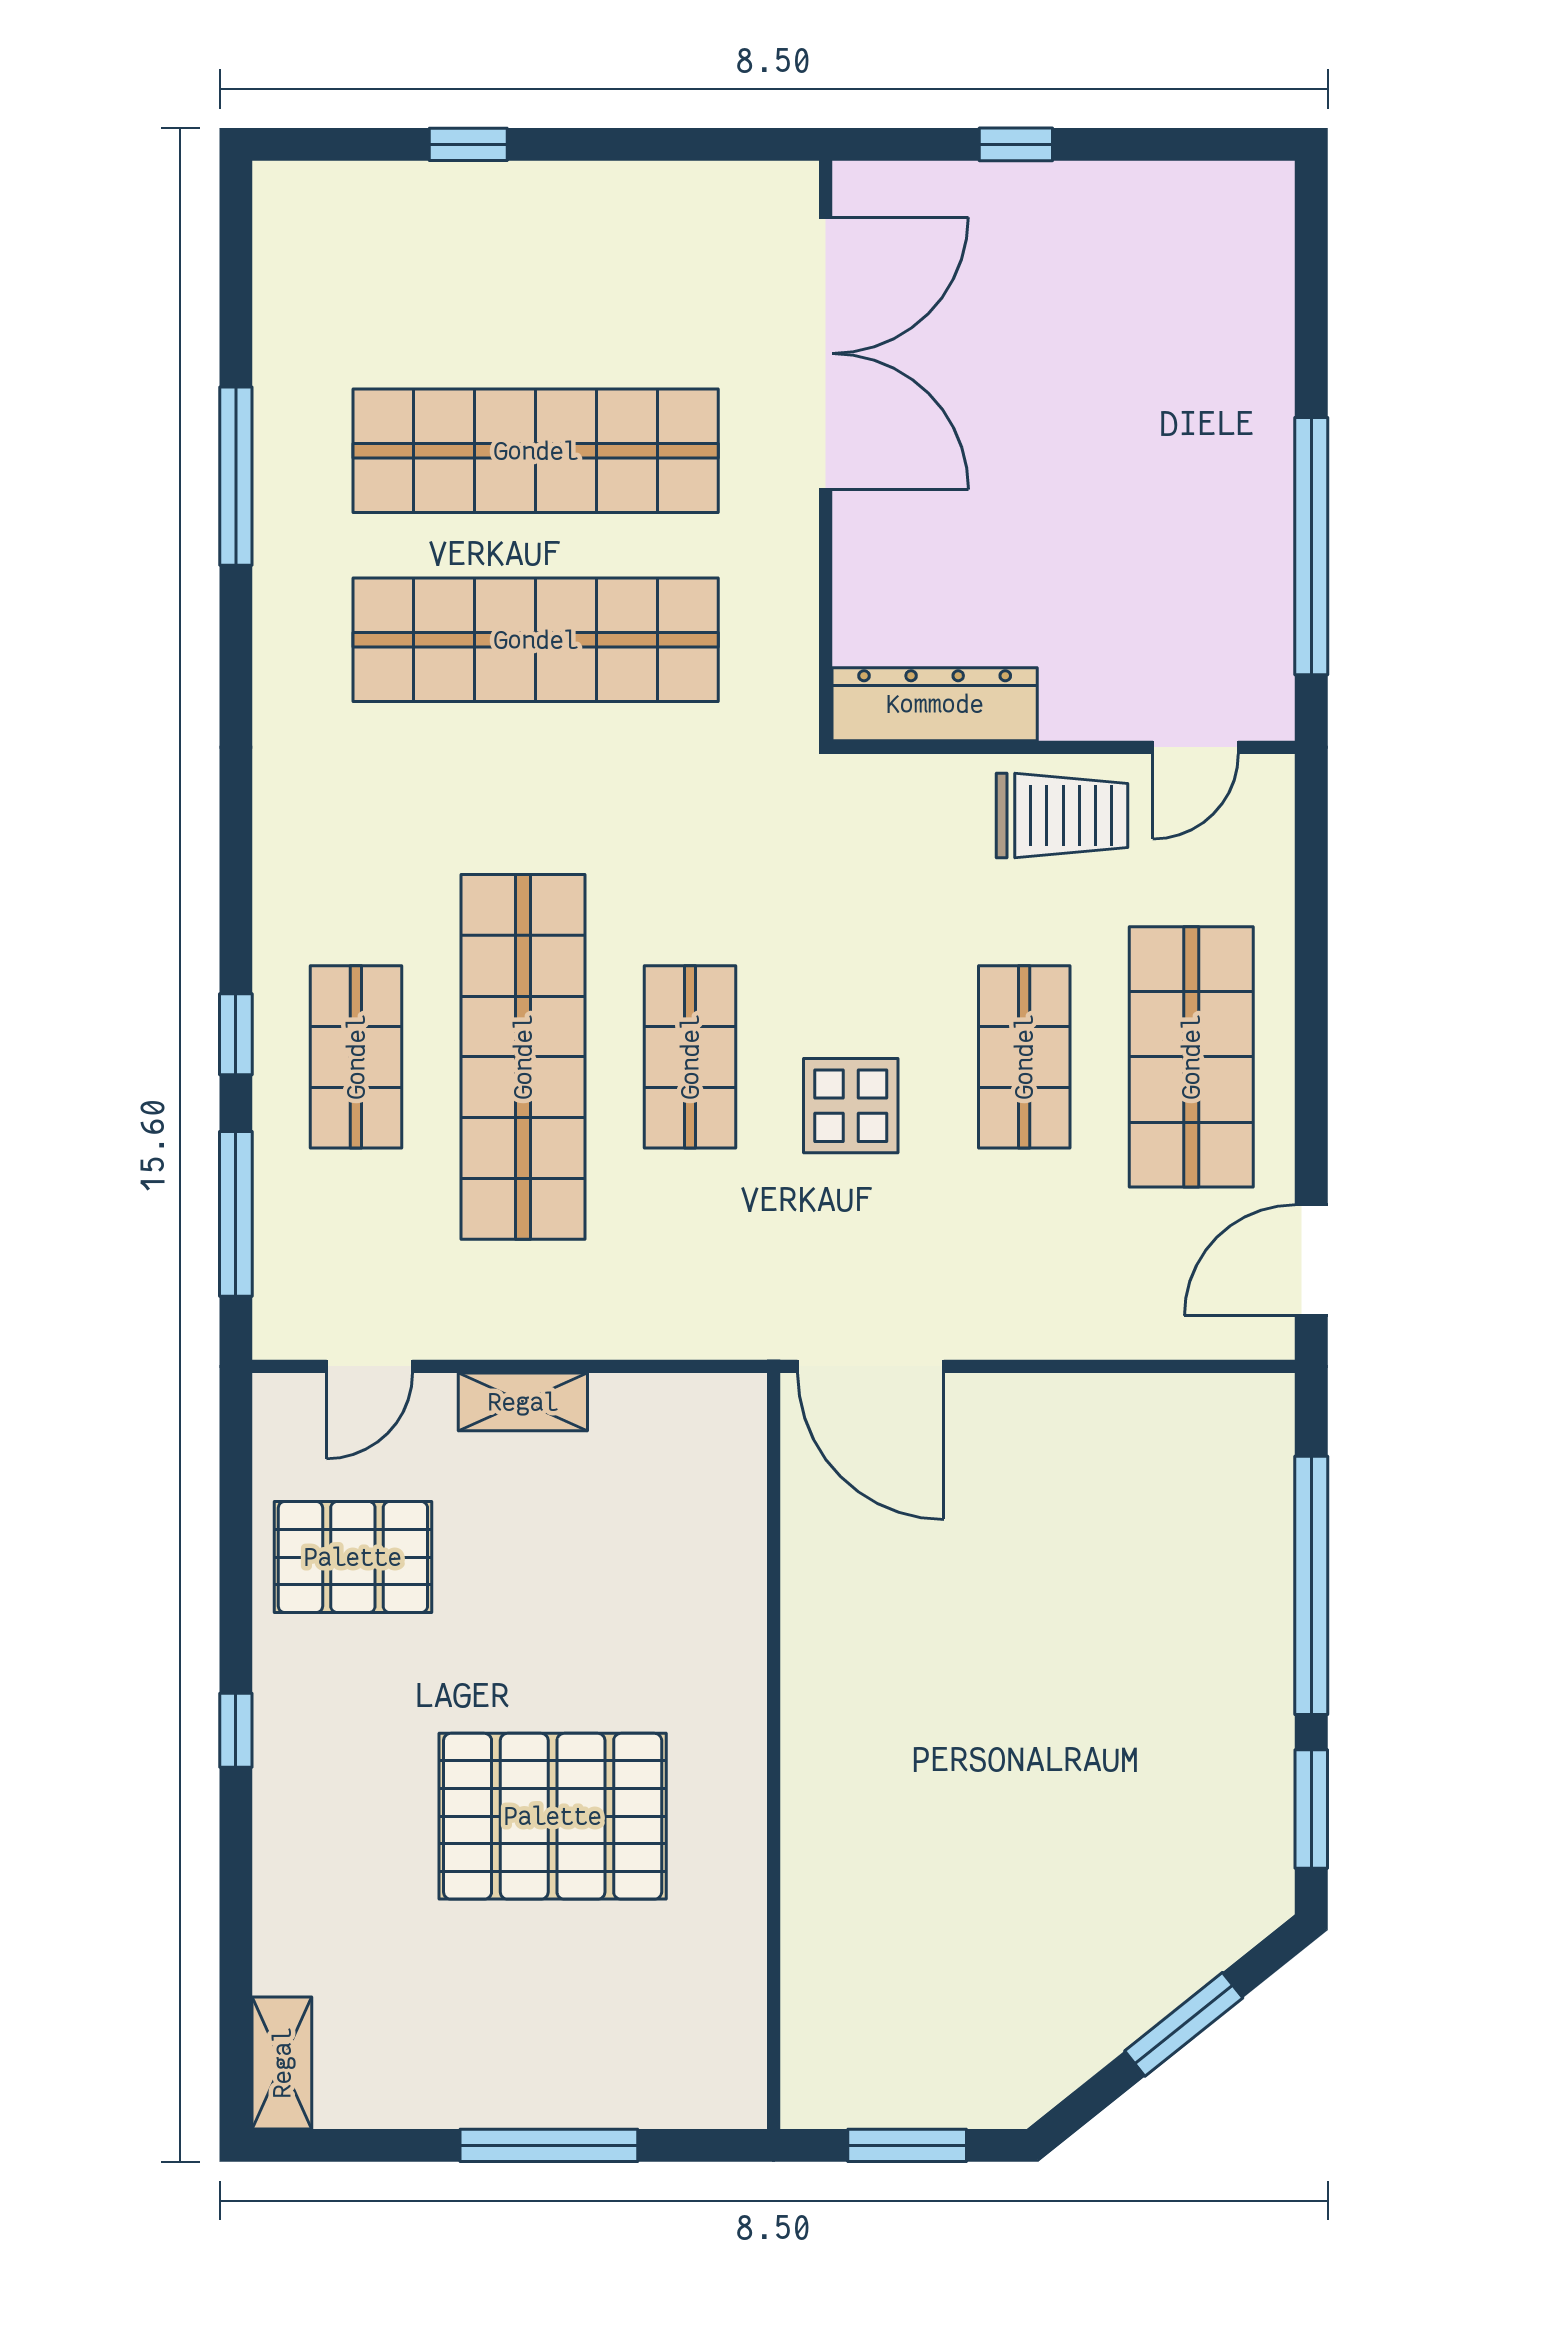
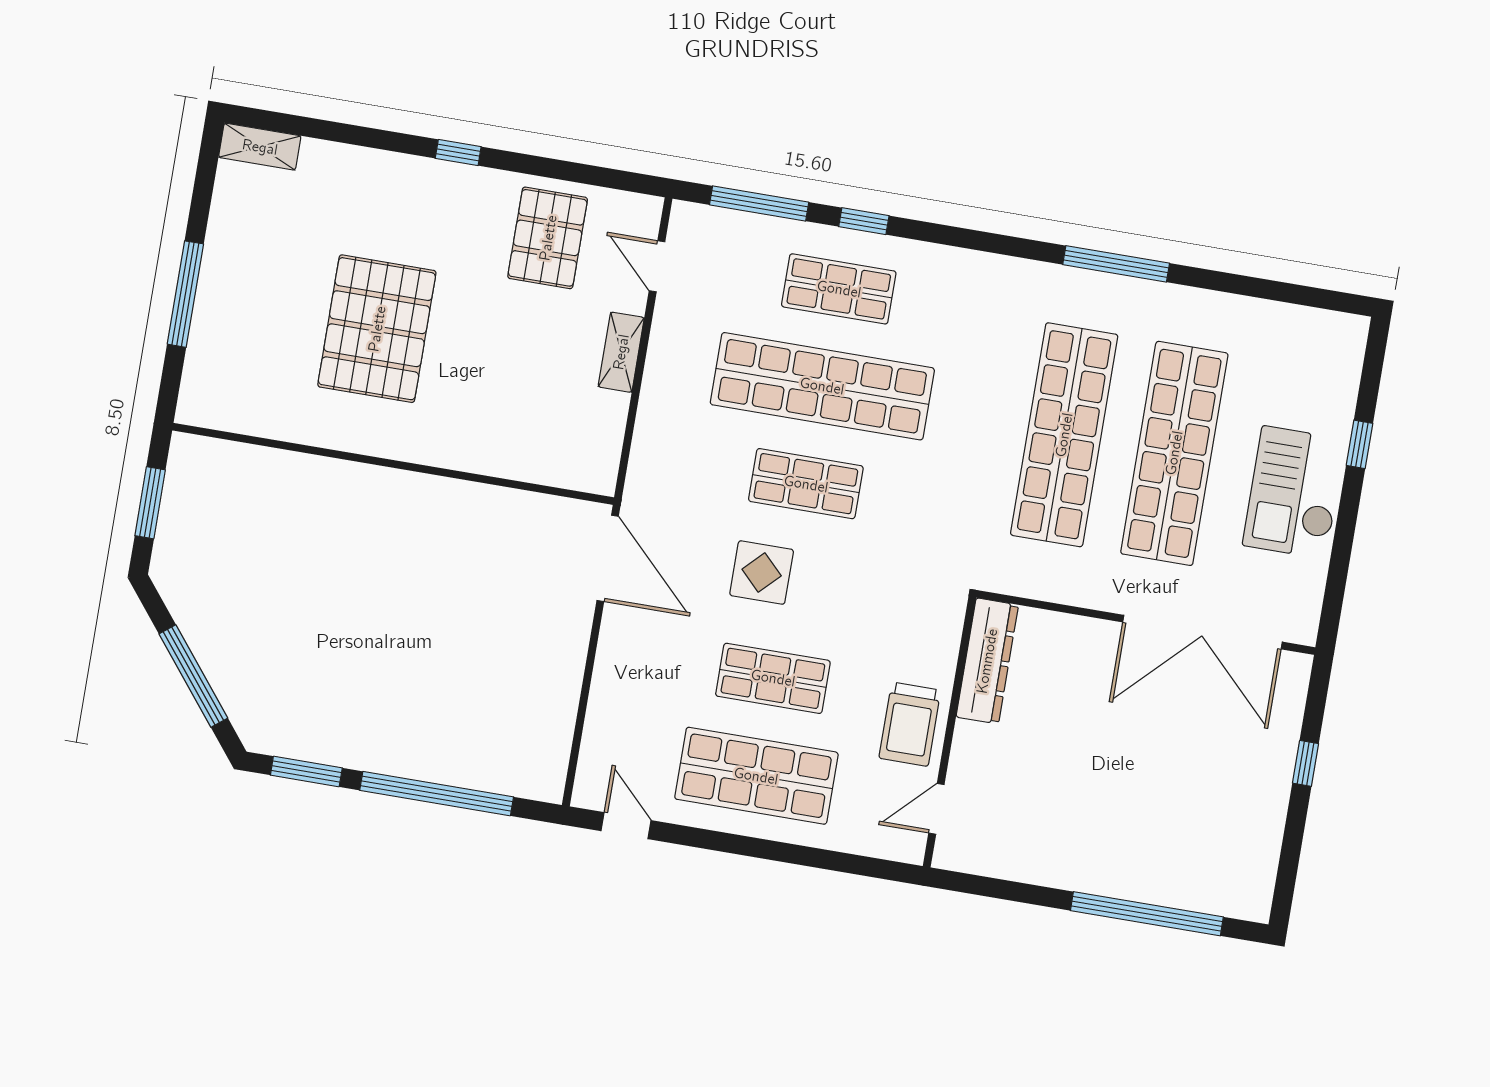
checkout: (567, 240) -> (1294, 492), added
window: (236, 476) -> (1116, 264), moved
window: (1311, 546) -> (1147, 914), moved
door: (1196, 747) -> (936, 809), hinge flipped
door: (1311, 1260) -> (626, 826), width x0.73
door: (871, 1366) -> (608, 558), swing flipped
window: (1184, 2024) -> (193, 676), width x1.44

